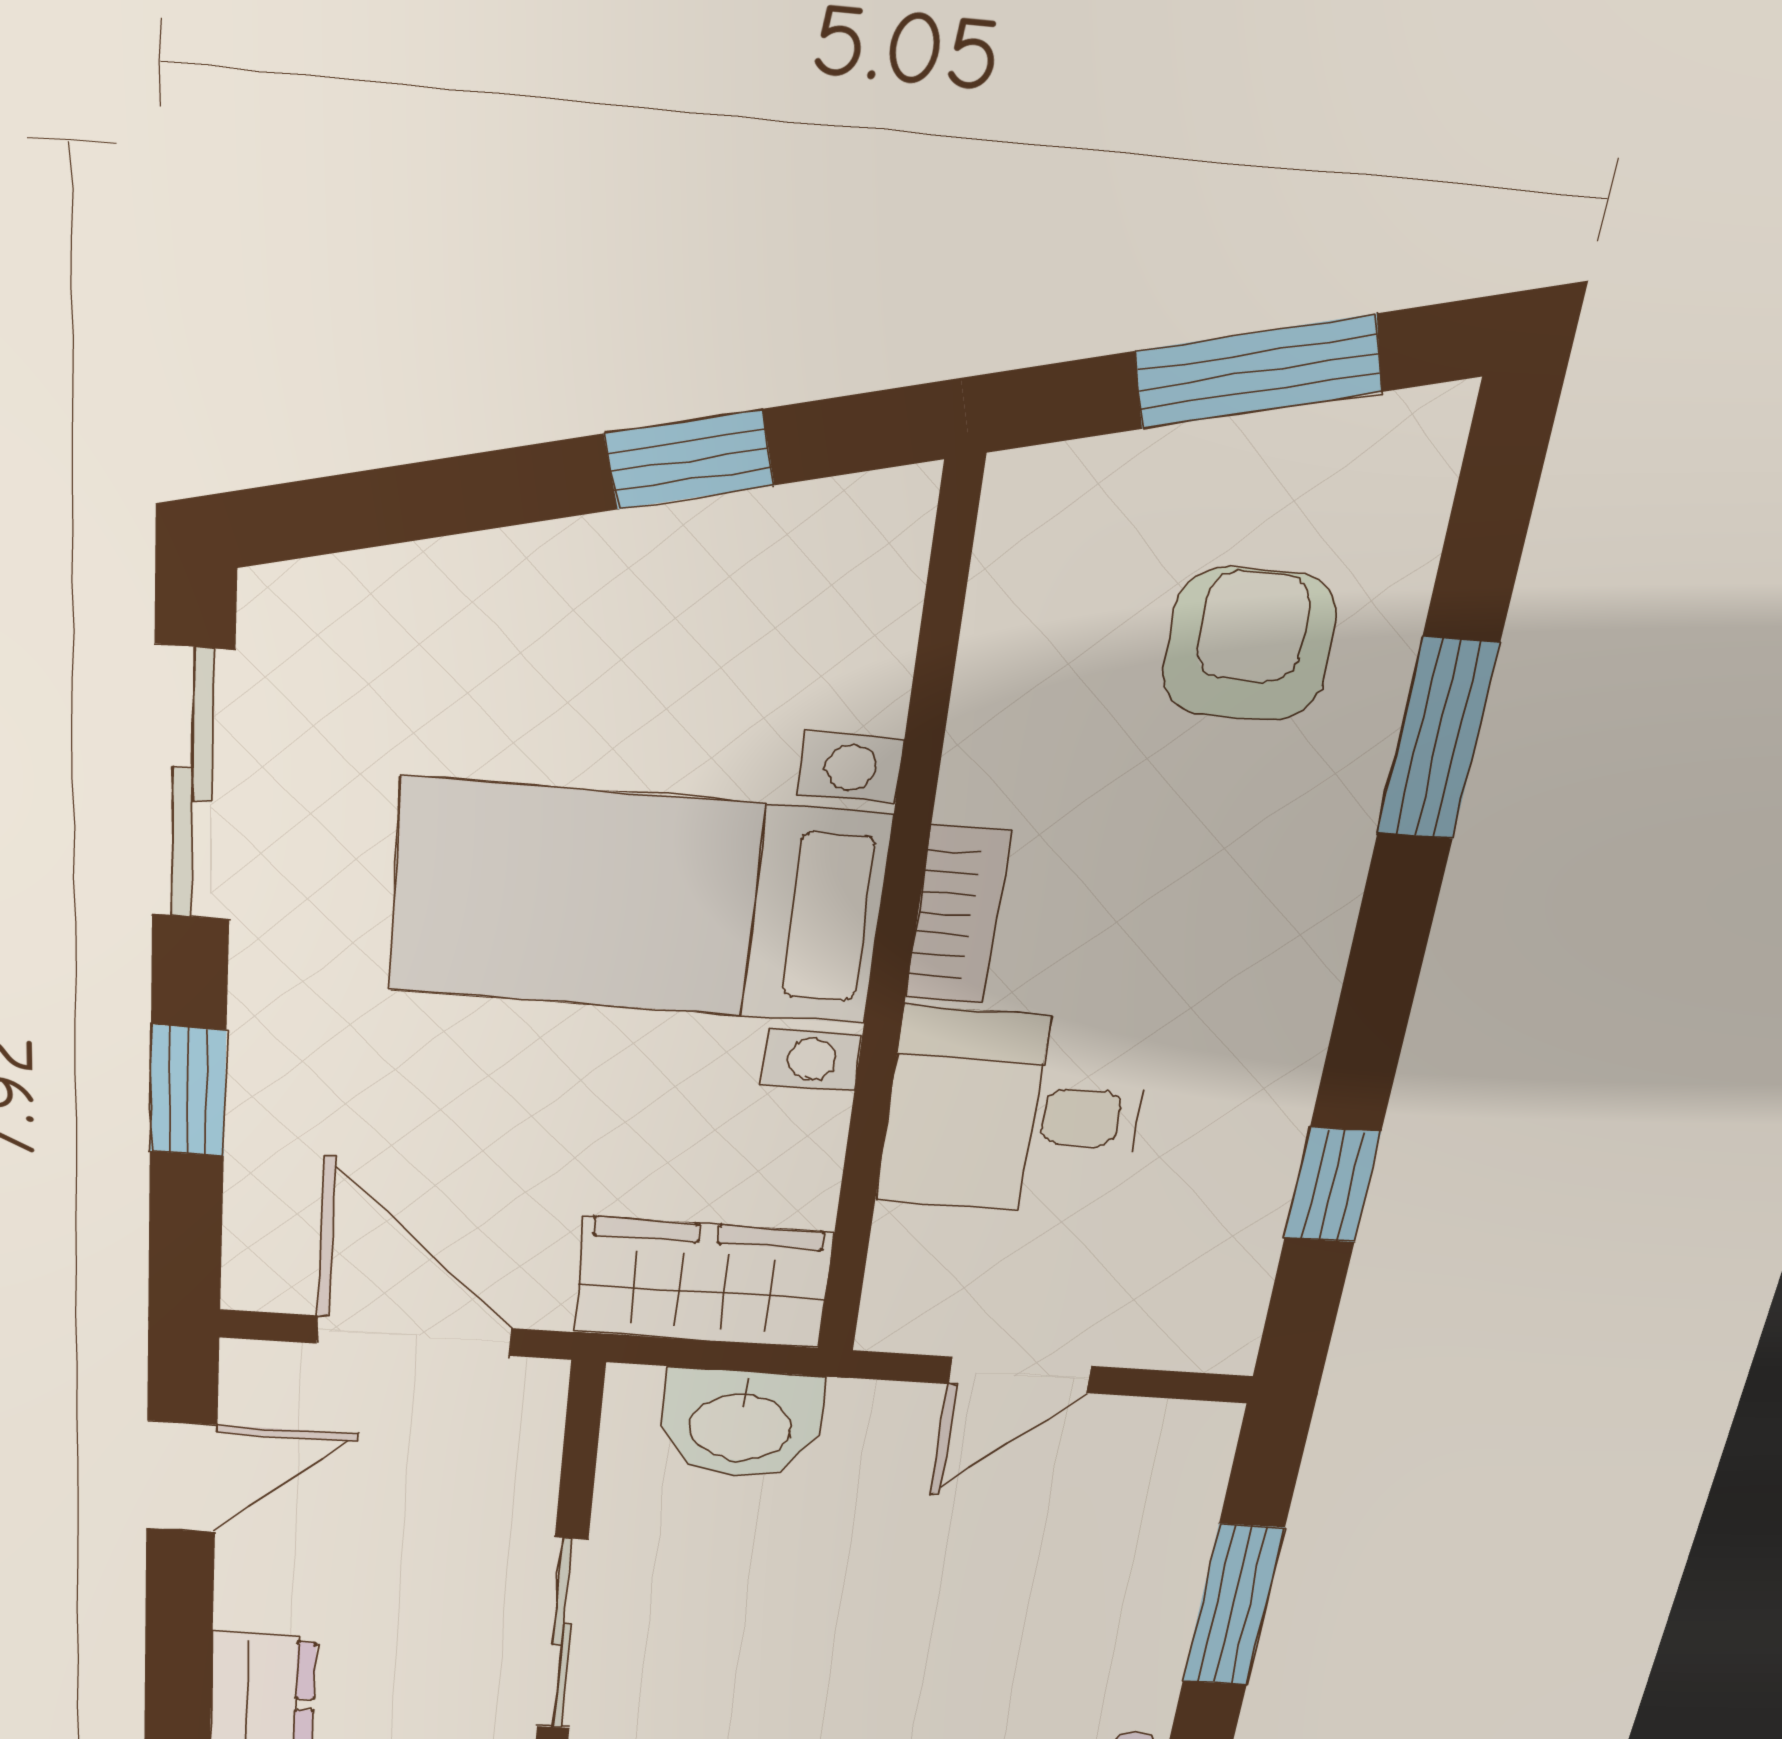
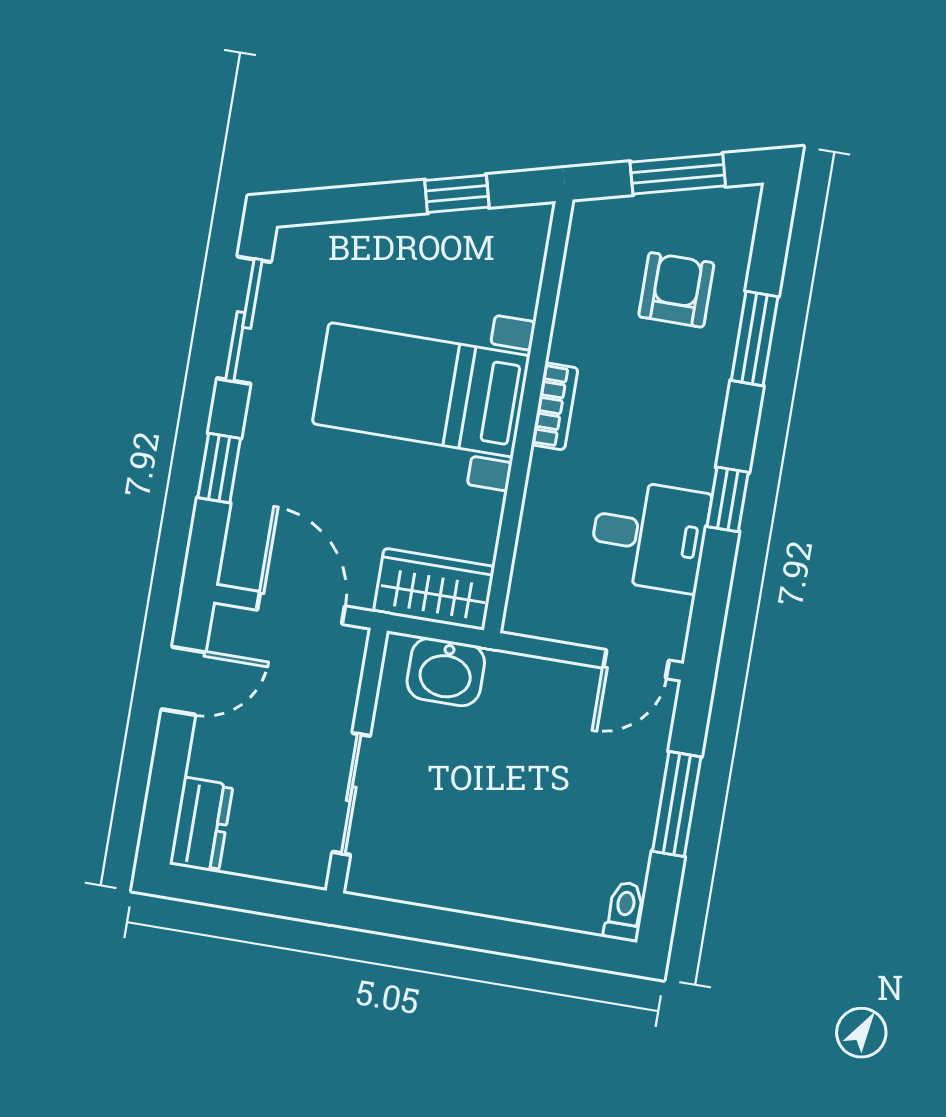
desk: (1014, 1113) -> (649, 536), moved, turned 180
window: (1333, 1185) -> (728, 499), moved
door: (1020, 1375) -> (636, 664), moved

